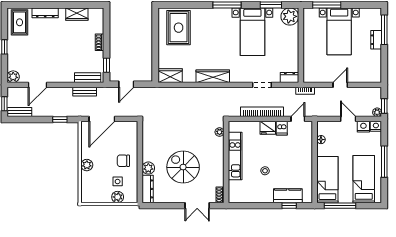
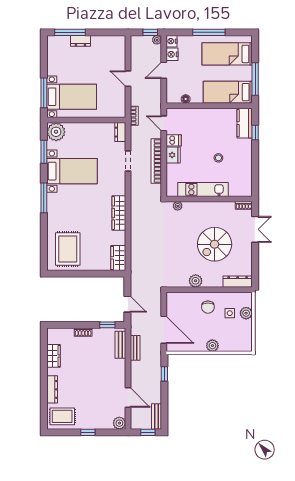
rug: (179, 28) -> (68, 249), turned 90
bed with nightstands: (339, 31) -> (72, 97), moved
plant: (148, 168) -> (196, 281), moved
kitchen counter: (288, 196) -> (245, 123), moved

